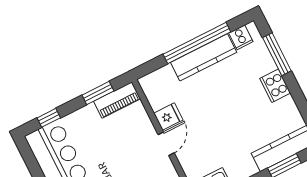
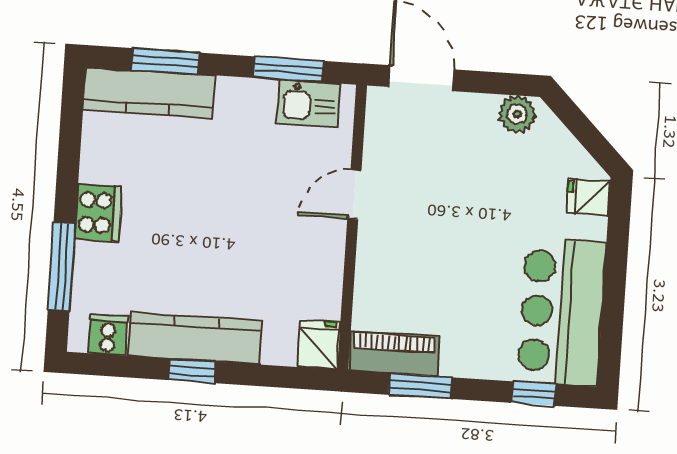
window: (197, 43) -> (192, 371), width x0.32
fridge: (168, 117) -> (319, 344), moved, turned 90
door: (166, 144) -> (354, 194), moved

